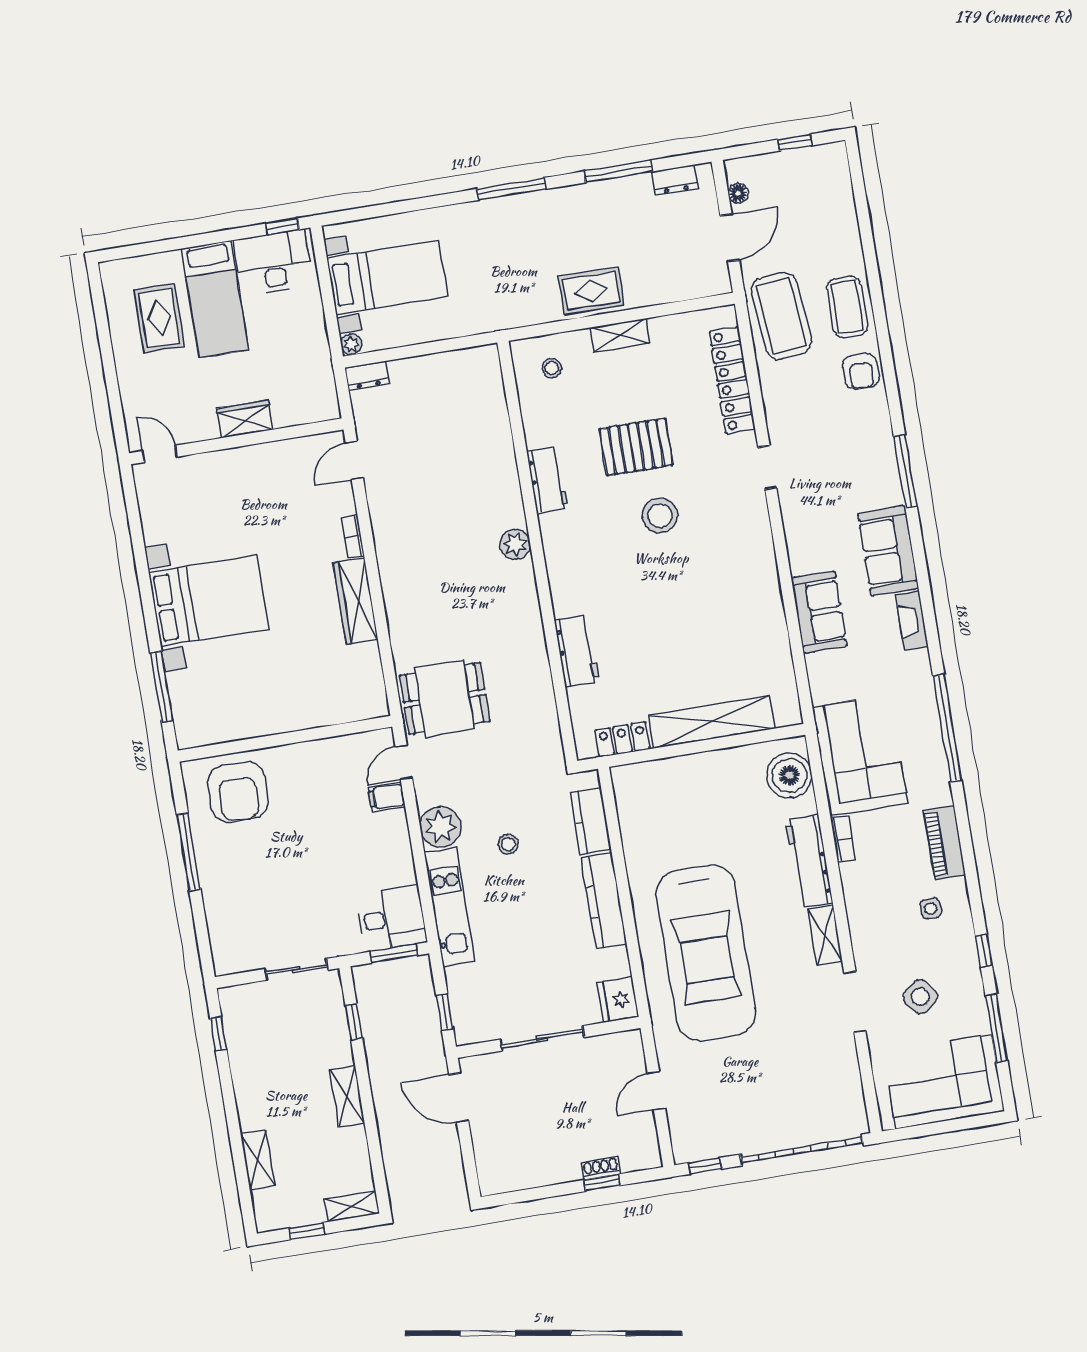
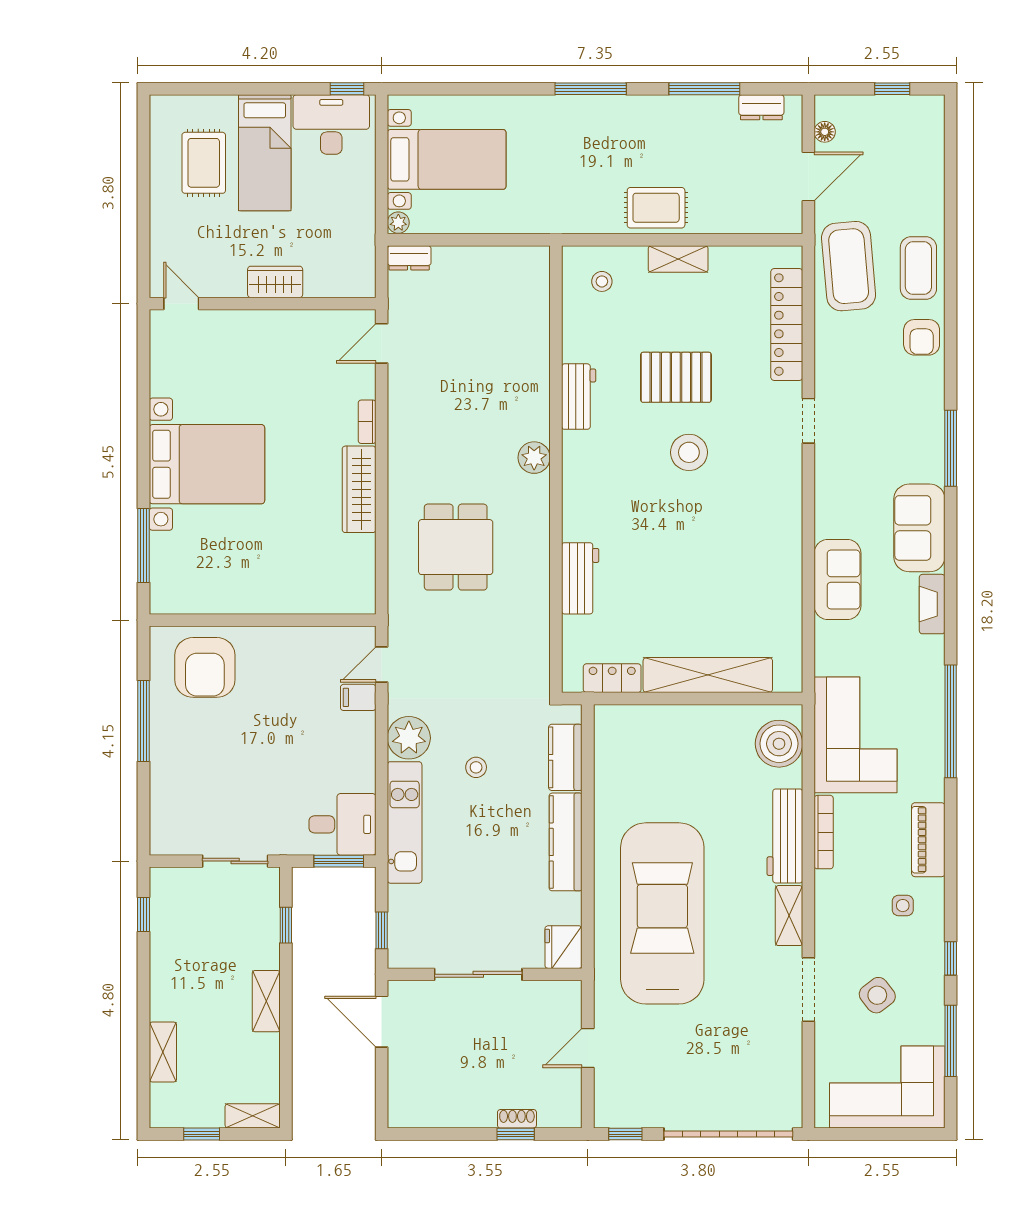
dining table: (445, 698) -> (456, 547), moved, turned 90
bookcase: (843, 839) -> (824, 832), width x1.56
car: (706, 953) -> (662, 913), turned 180

